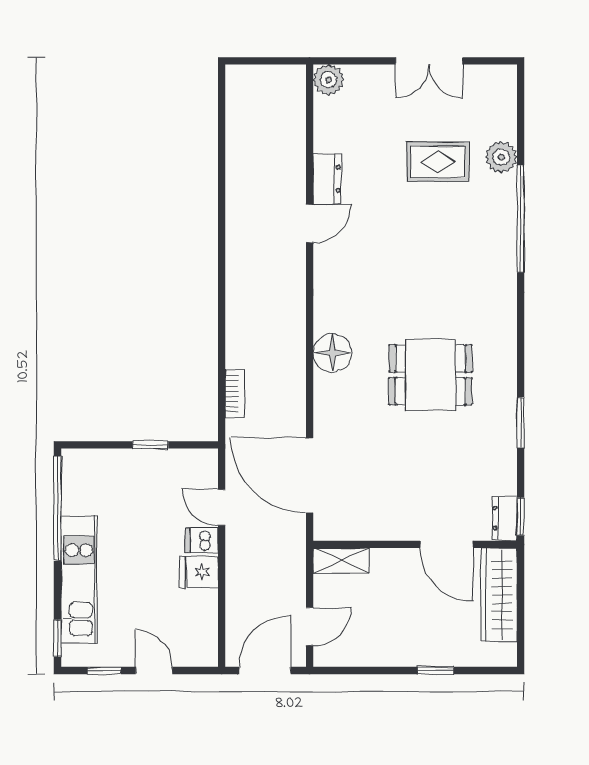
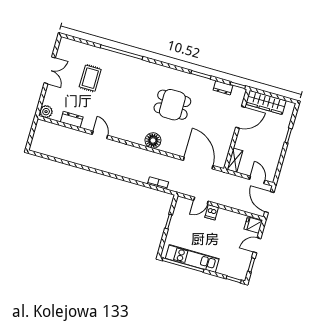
plant: (501, 157) -> (95, 53), removed
dresser: (327, 179) -> (72, 119), moved
dining table: (430, 375) -> (172, 105), turned 90
door: (310, 475) -> (198, 163), swing flipped
dresser: (505, 518) -> (223, 88), moved
fridge: (199, 572) -> (253, 225), moved, turned 90
kitchen unit: (79, 579) -> (192, 258), moved

